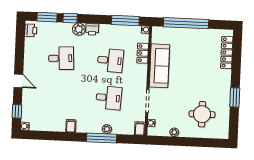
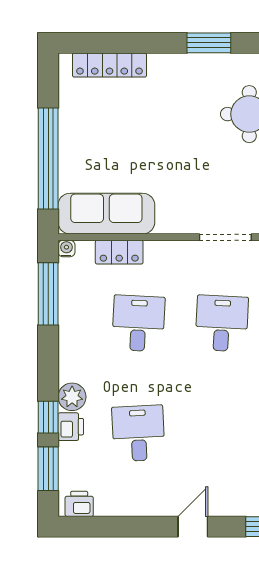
printer: (92, 29) -> (71, 427), moved
sofa: (159, 66) -> (106, 214), moved

